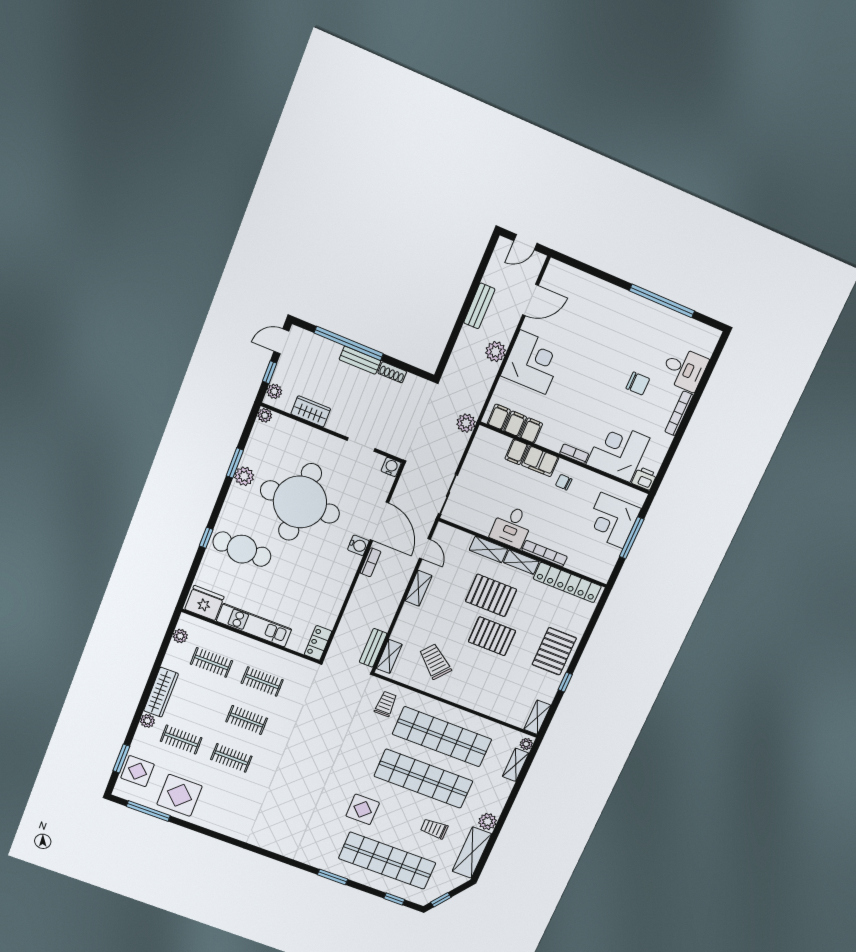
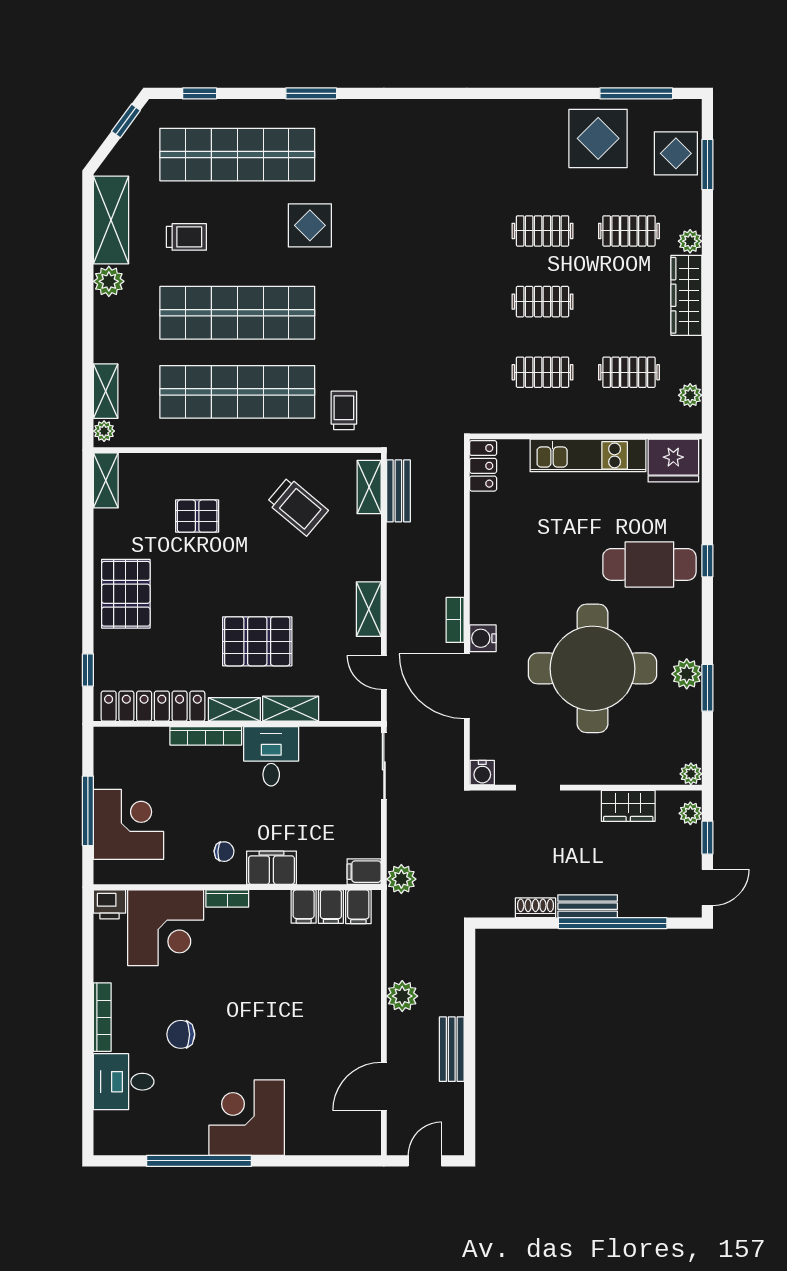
corner desk: (533, 362) -> (247, 1118), moved, turned 90
filing cabinet: (517, 452) -> (364, 872), moved, turned -90
pallet: (492, 636) -> (197, 516), moved, width x0.67, depth x0.71
window: (565, 682) -> (88, 670), moved
trolley: (386, 704) -> (344, 410), turned 180

